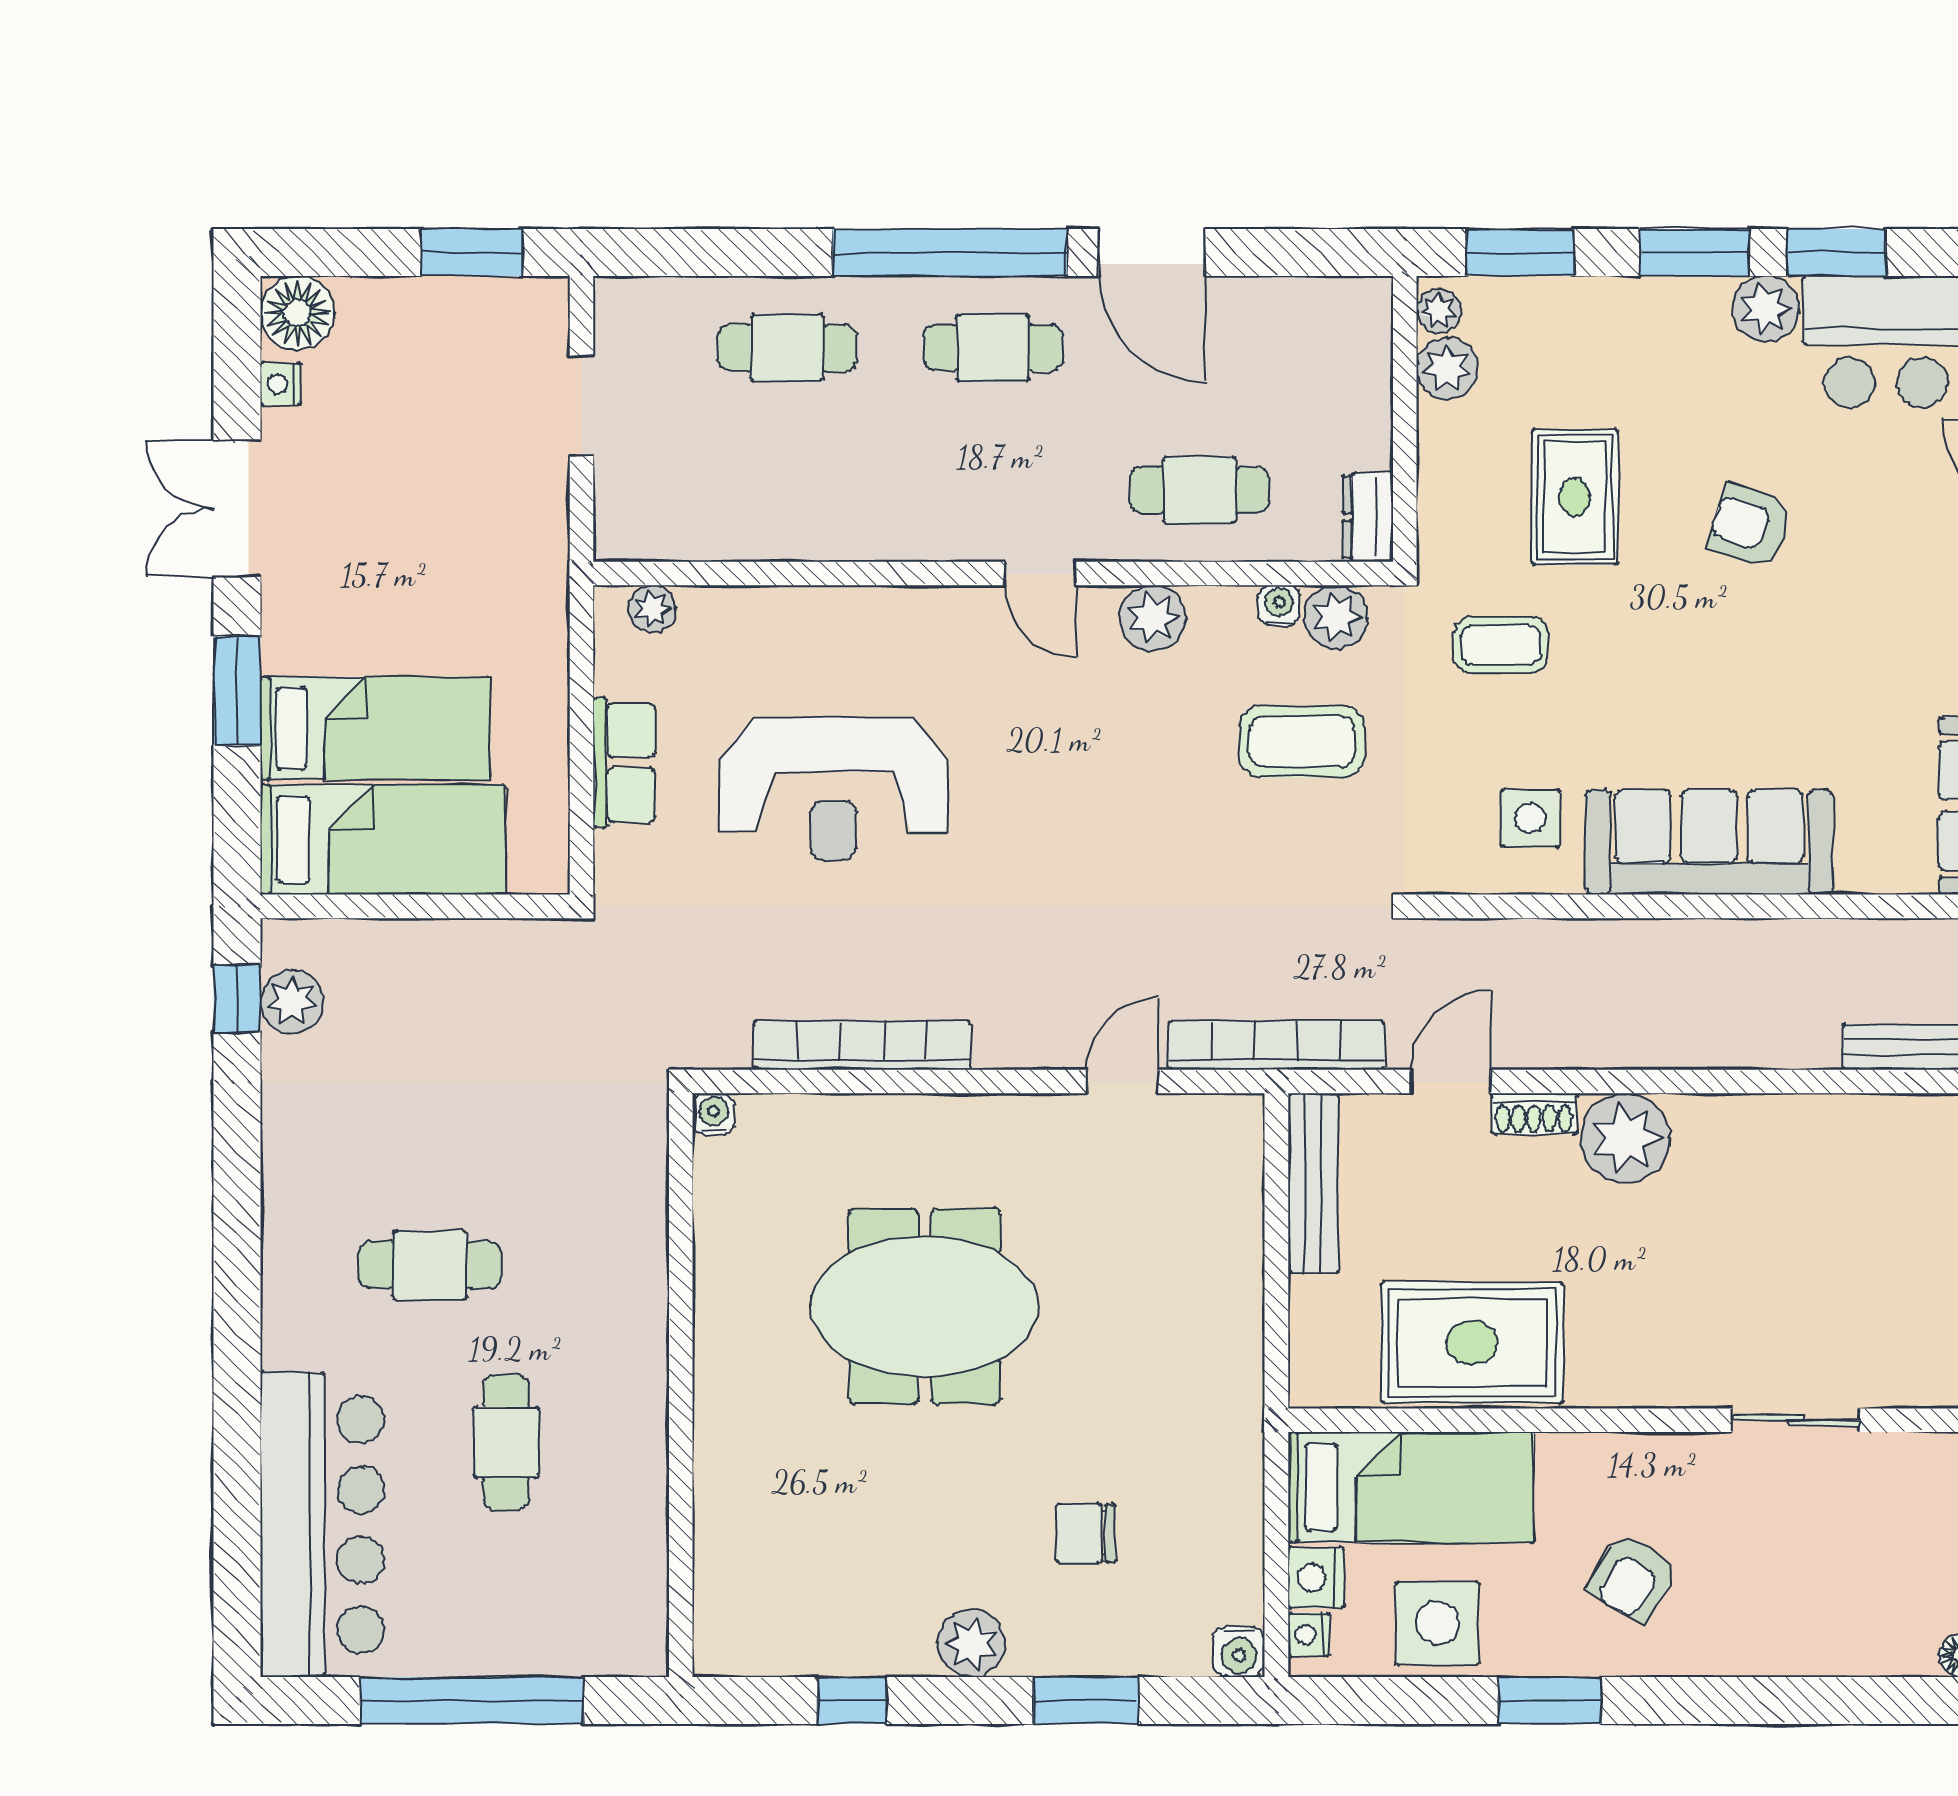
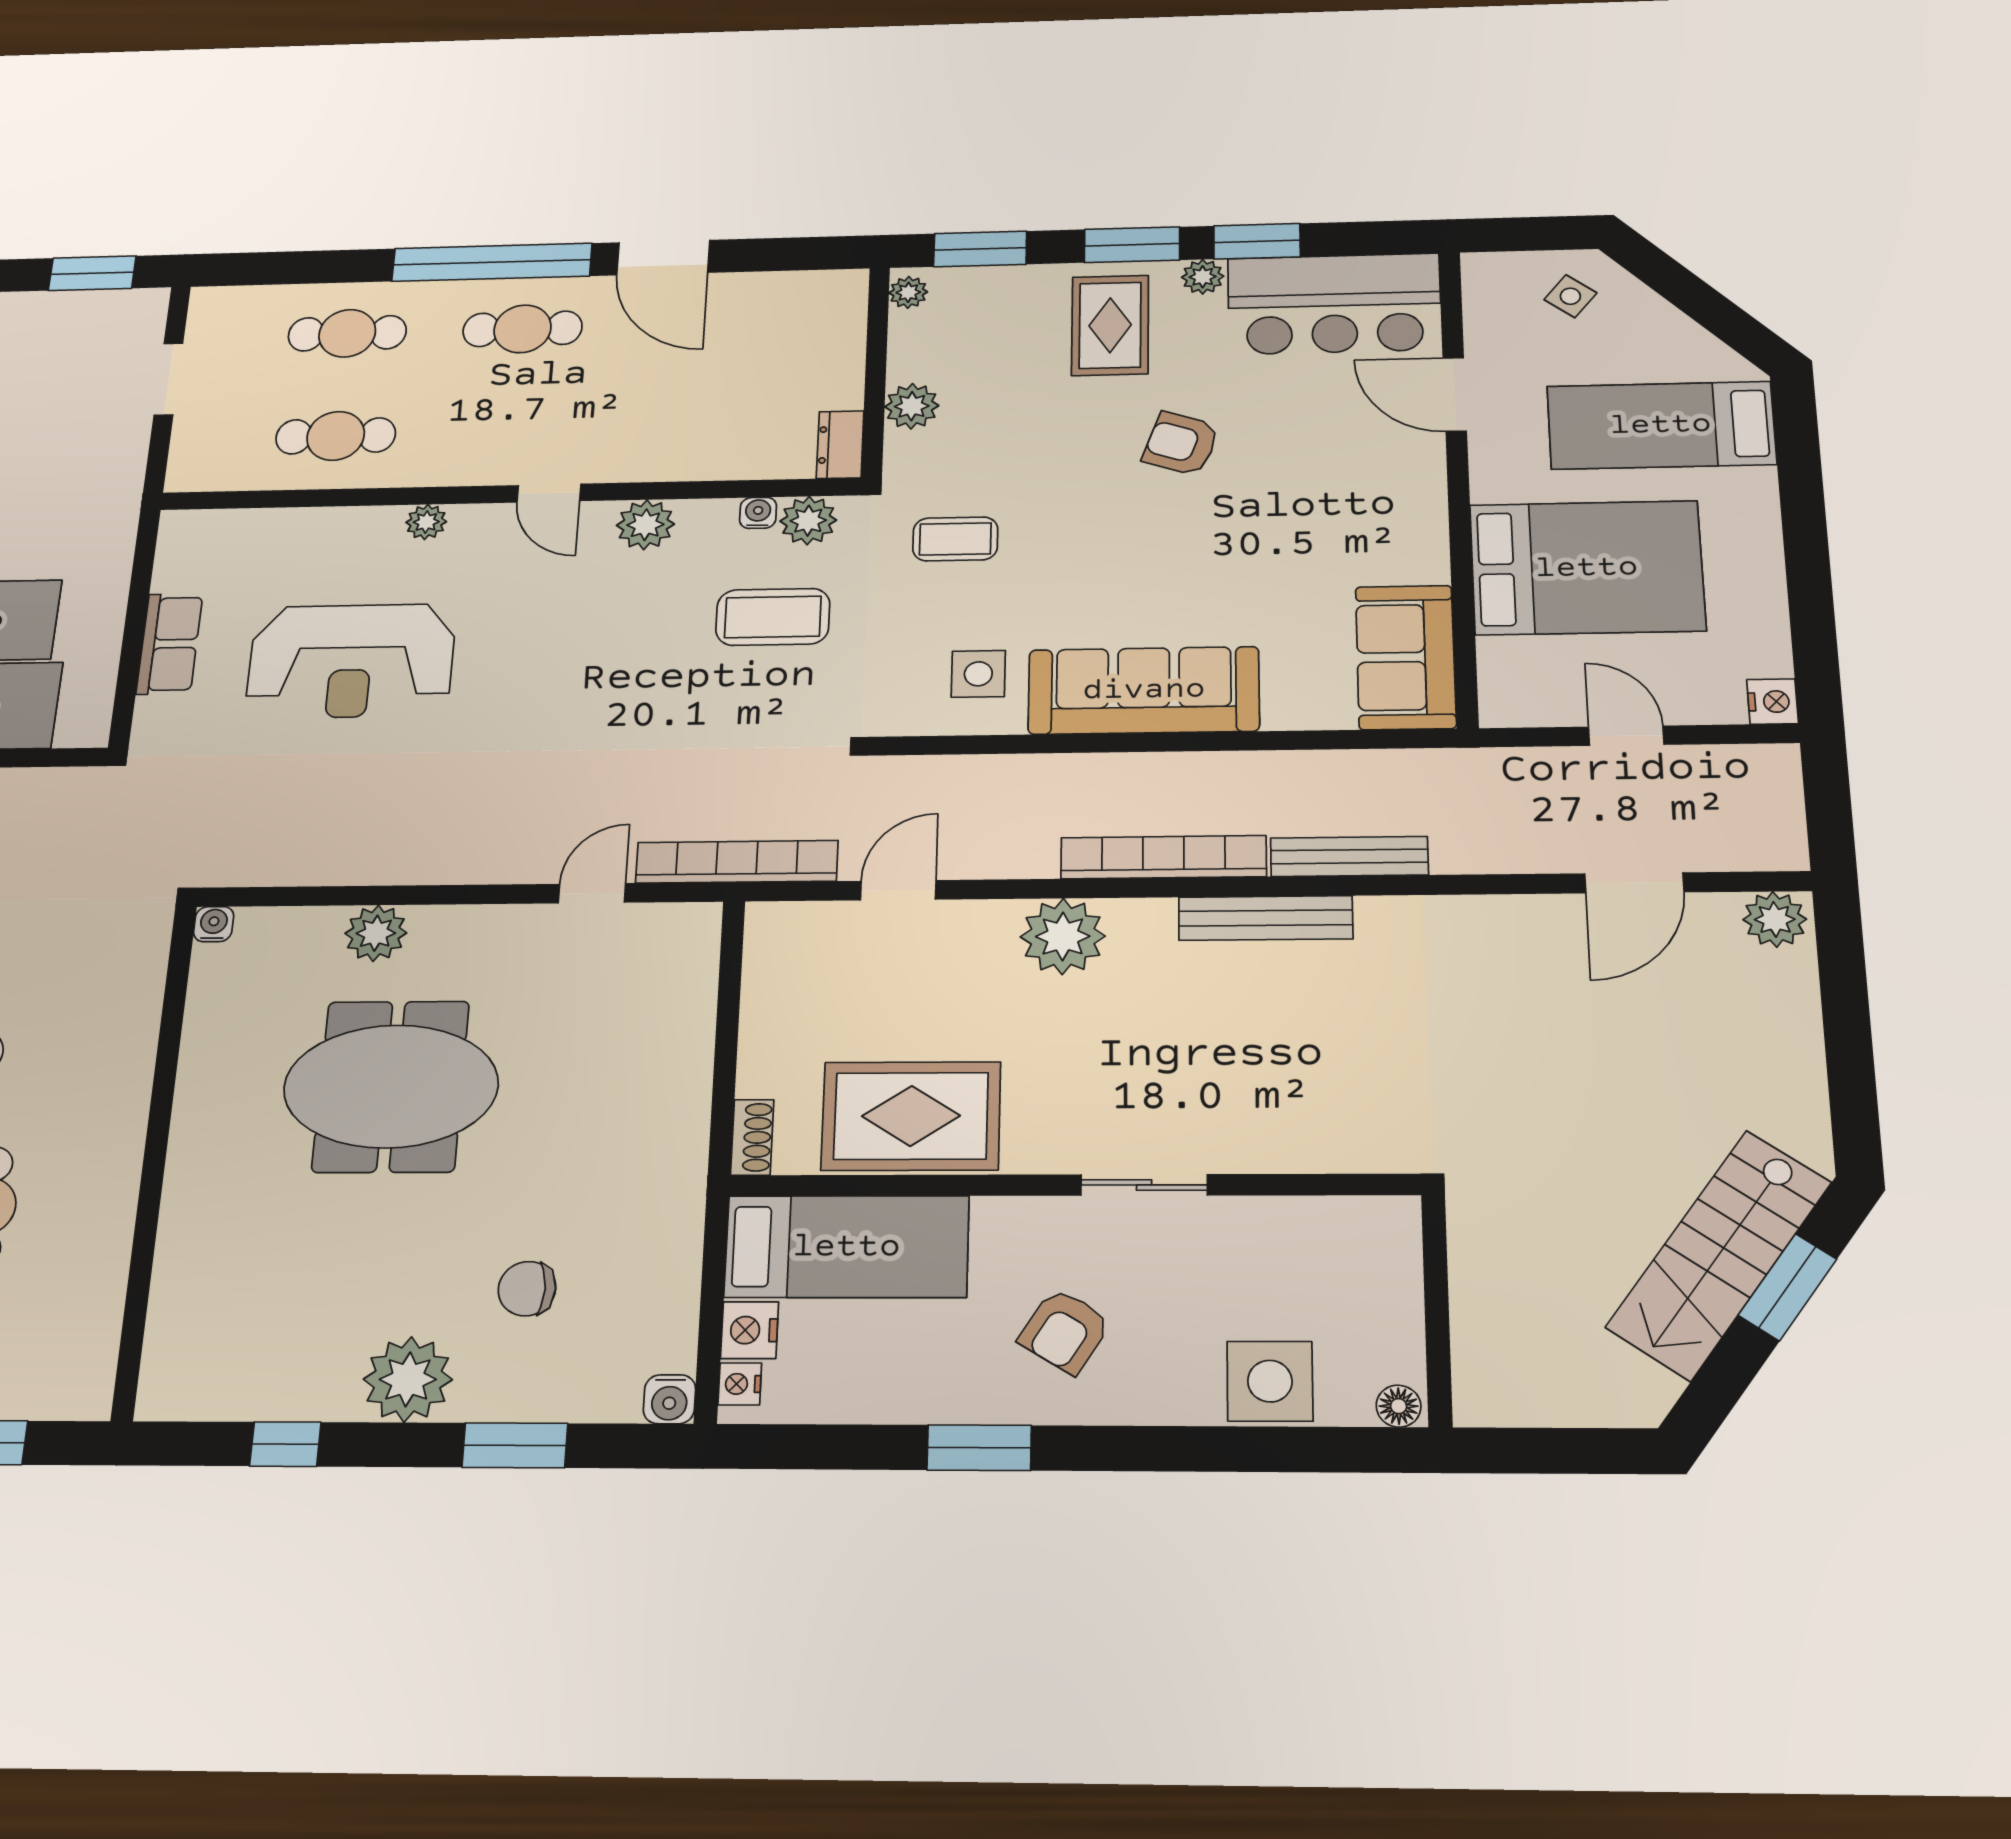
plant: (1766, 309) -> (1203, 277), width x0.73, depth x0.73
plant: (1447, 369) -> (912, 406), moved
cafe table: (1199, 490) -> (336, 436), moved
rug: (1575, 497) -> (1110, 325), moved
plant: (652, 609) -> (426, 522), moved
bookcase: (862, 1045) -> (1163, 857), moved
shoe rack: (1534, 1114) -> (752, 1137), moved, turned -90
plant: (892, 1127) -> (376, 933), added
bench: (1313, 1183) -> (1266, 918), moved, turned 90
sliding door: (1796, 1420) -> (1144, 1185), moved
side table: (1438, 1623) -> (1270, 1381), moved
plant: (971, 1643) -> (408, 1379), width x1.36, depth x1.36

